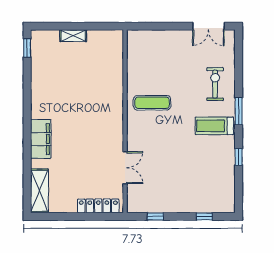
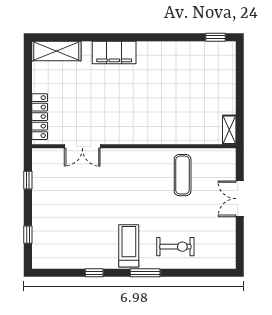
double door: (208, 26) -> (240, 199), moved
shelving: (73, 36) -> (229, 130), moved
exercise mat: (152, 103) -> (183, 175), moved

